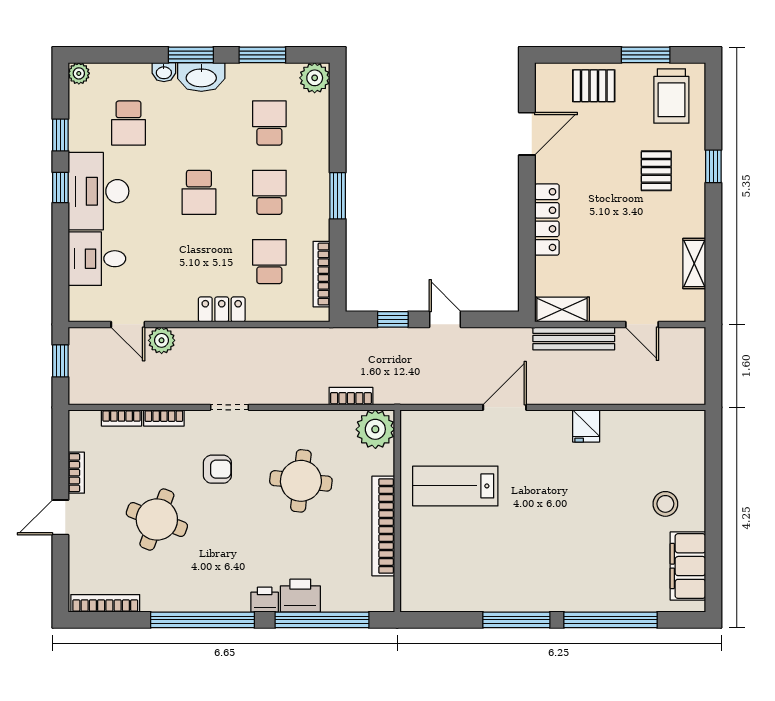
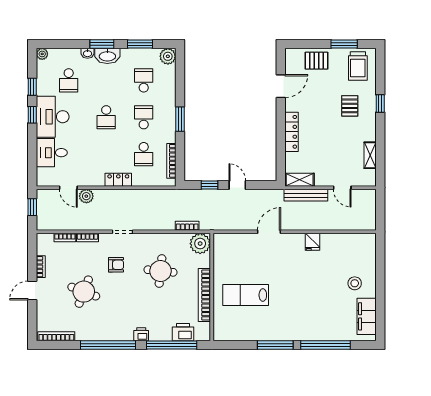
school desk: (269, 262) -> (144, 154), turned 180
lab bench: (455, 486) -> (246, 295), moved
printer: (300, 596) -> (183, 332), moved

